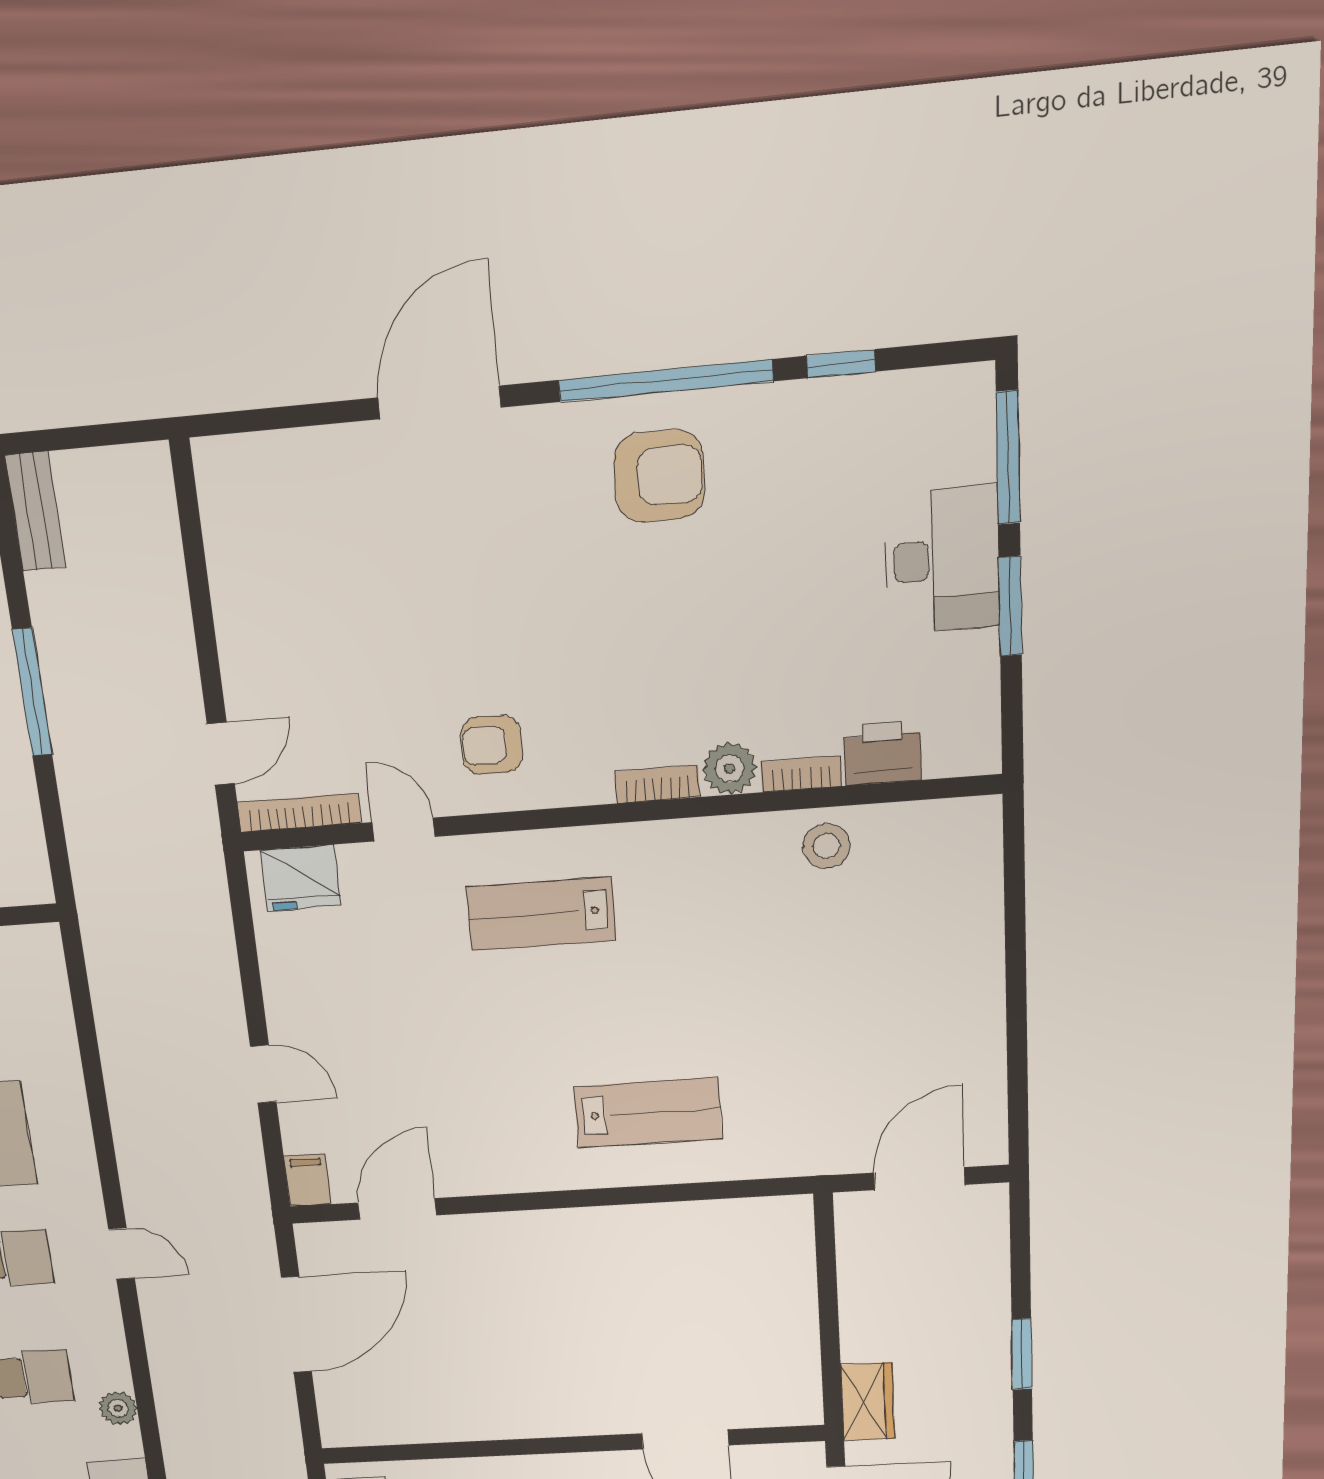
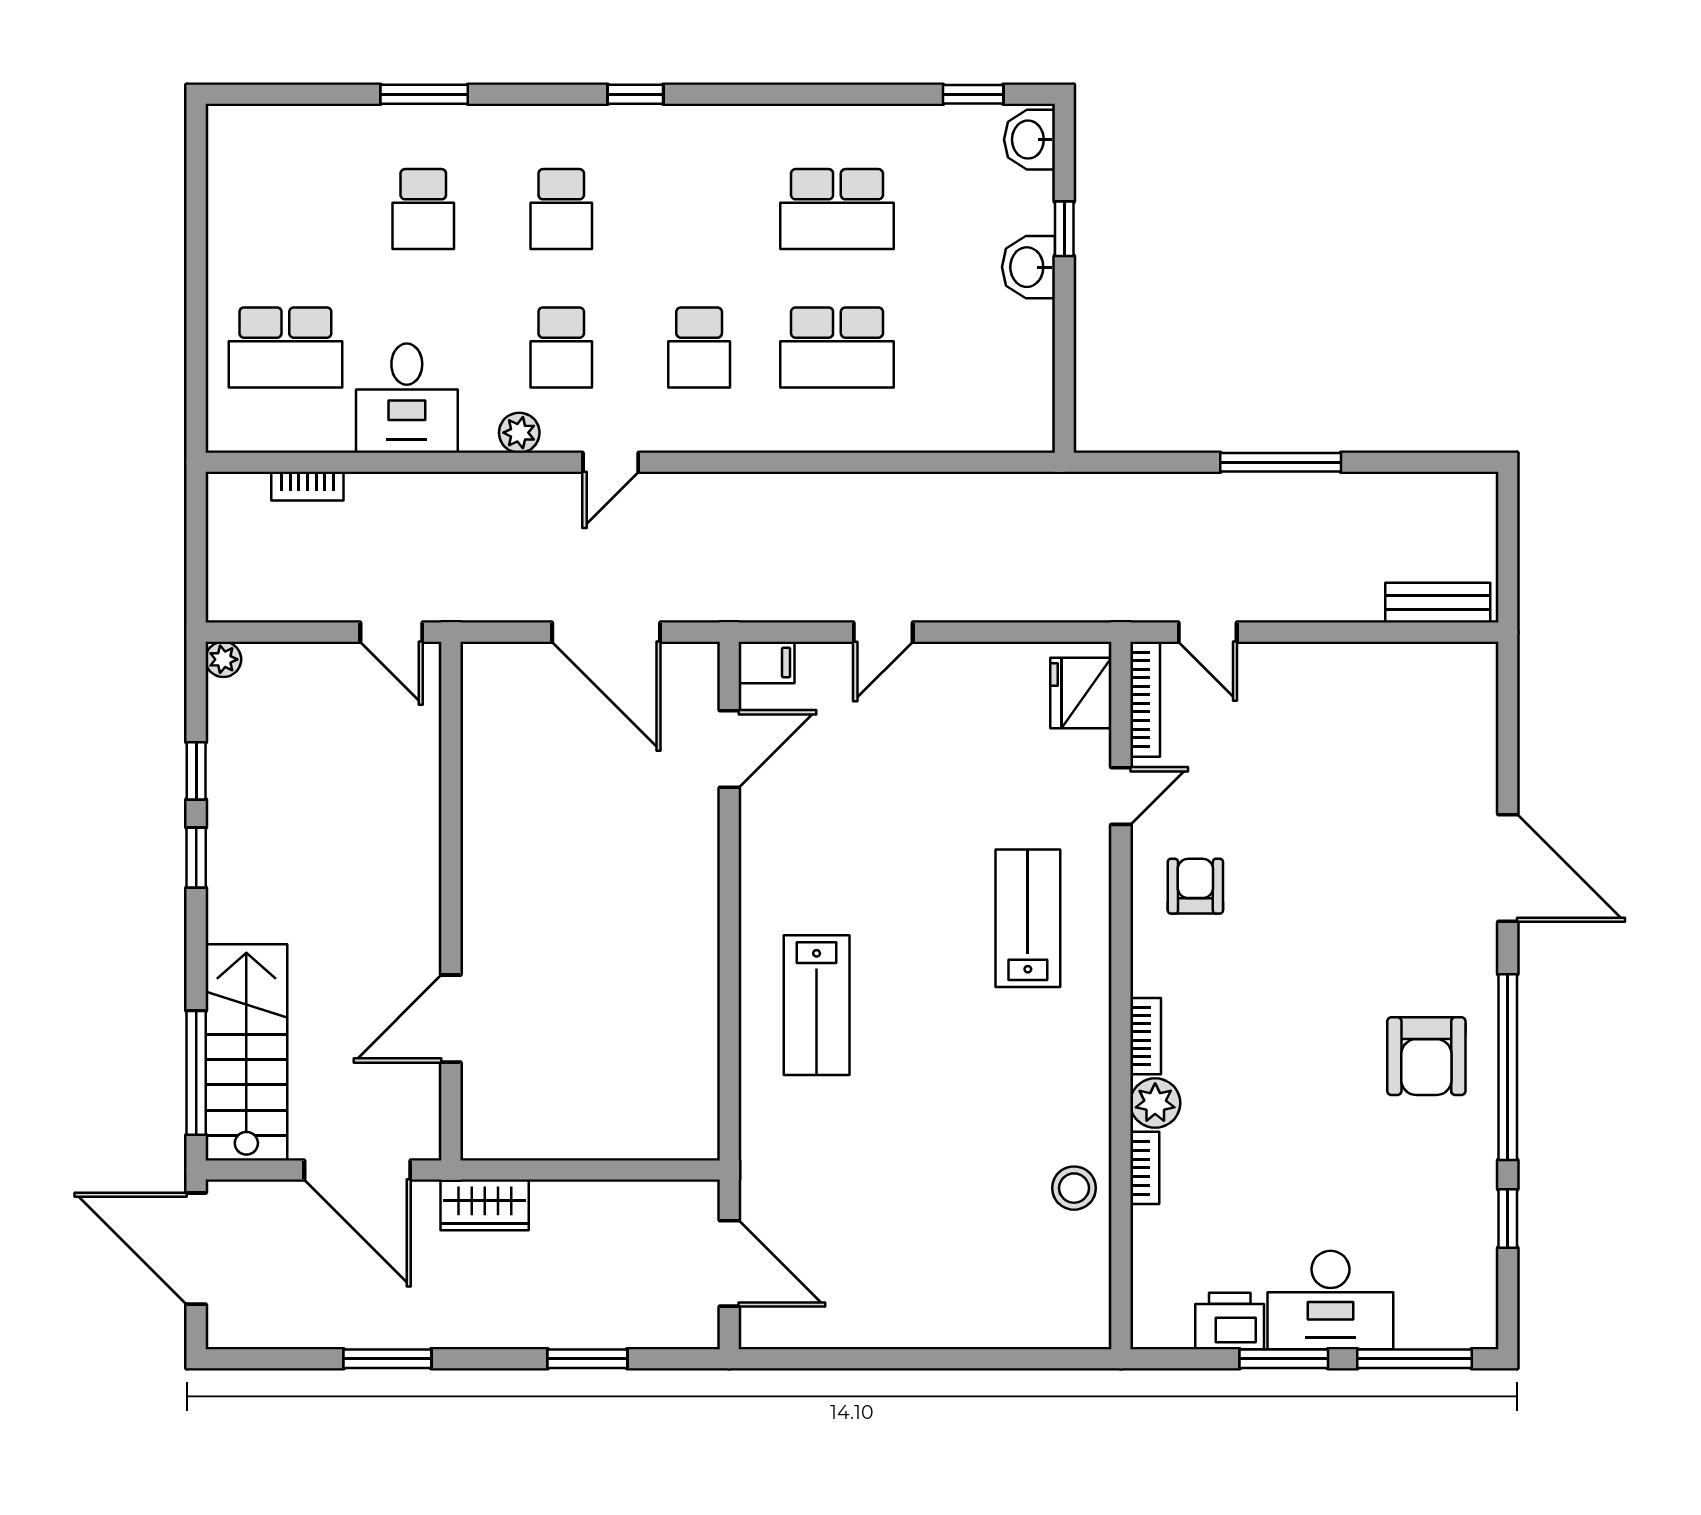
bench: (35, 512) -> (1438, 603), moved
printer: (882, 753) -> (1230, 1321), moved, turned -90
door: (397, 1209) -> (729, 749), hinge flipped
door: (122, 1254) -> (611, 462), moved
window: (1022, 1354) -> (587, 1359), moved

